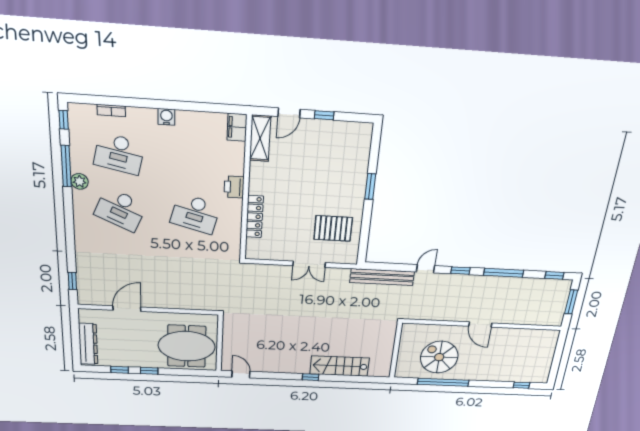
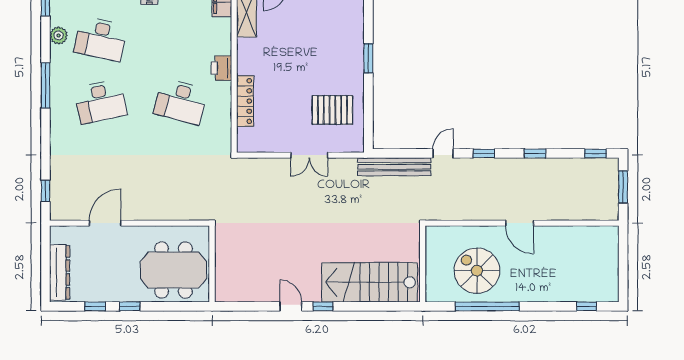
window: (66, 166) -> (45, 85), moved
plant: (80, 181) -> (59, 35), moved
desk: (120, 210) -> (101, 102), turned -36
window: (504, 273) -> (535, 153), width x0.46
stairs: (340, 366) -> (370, 282), width x1.36, depth x1.51
door: (241, 374) -> (291, 306), moved

